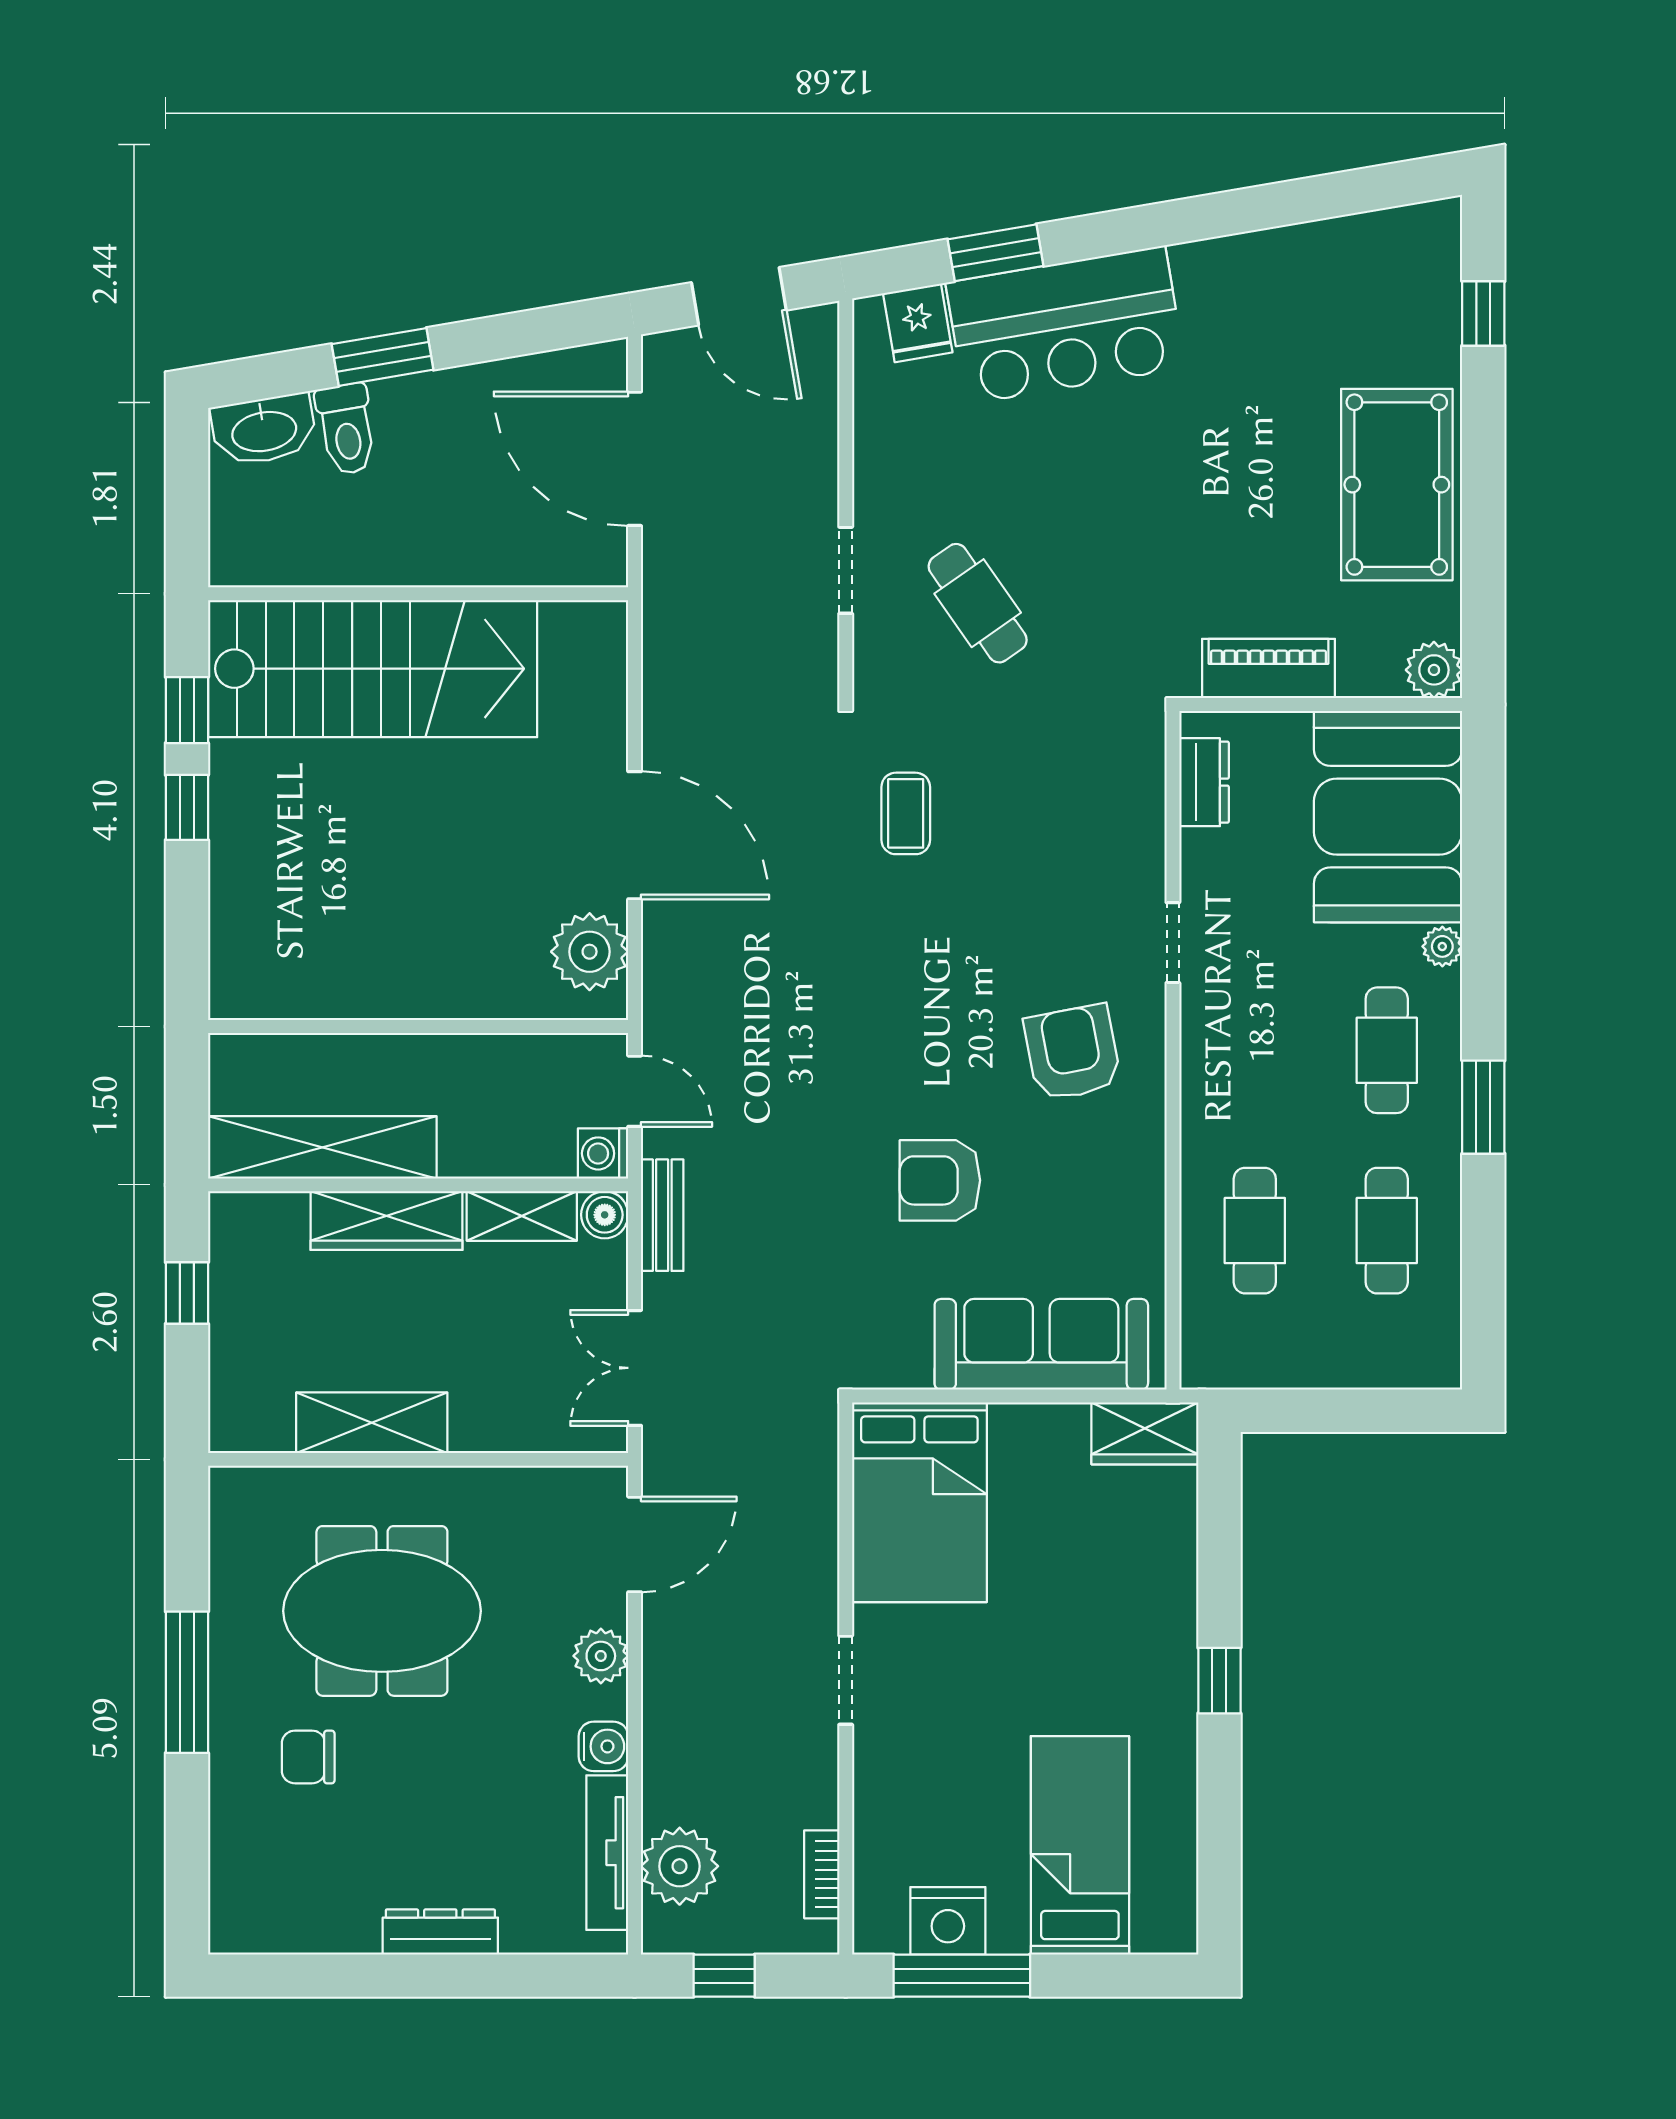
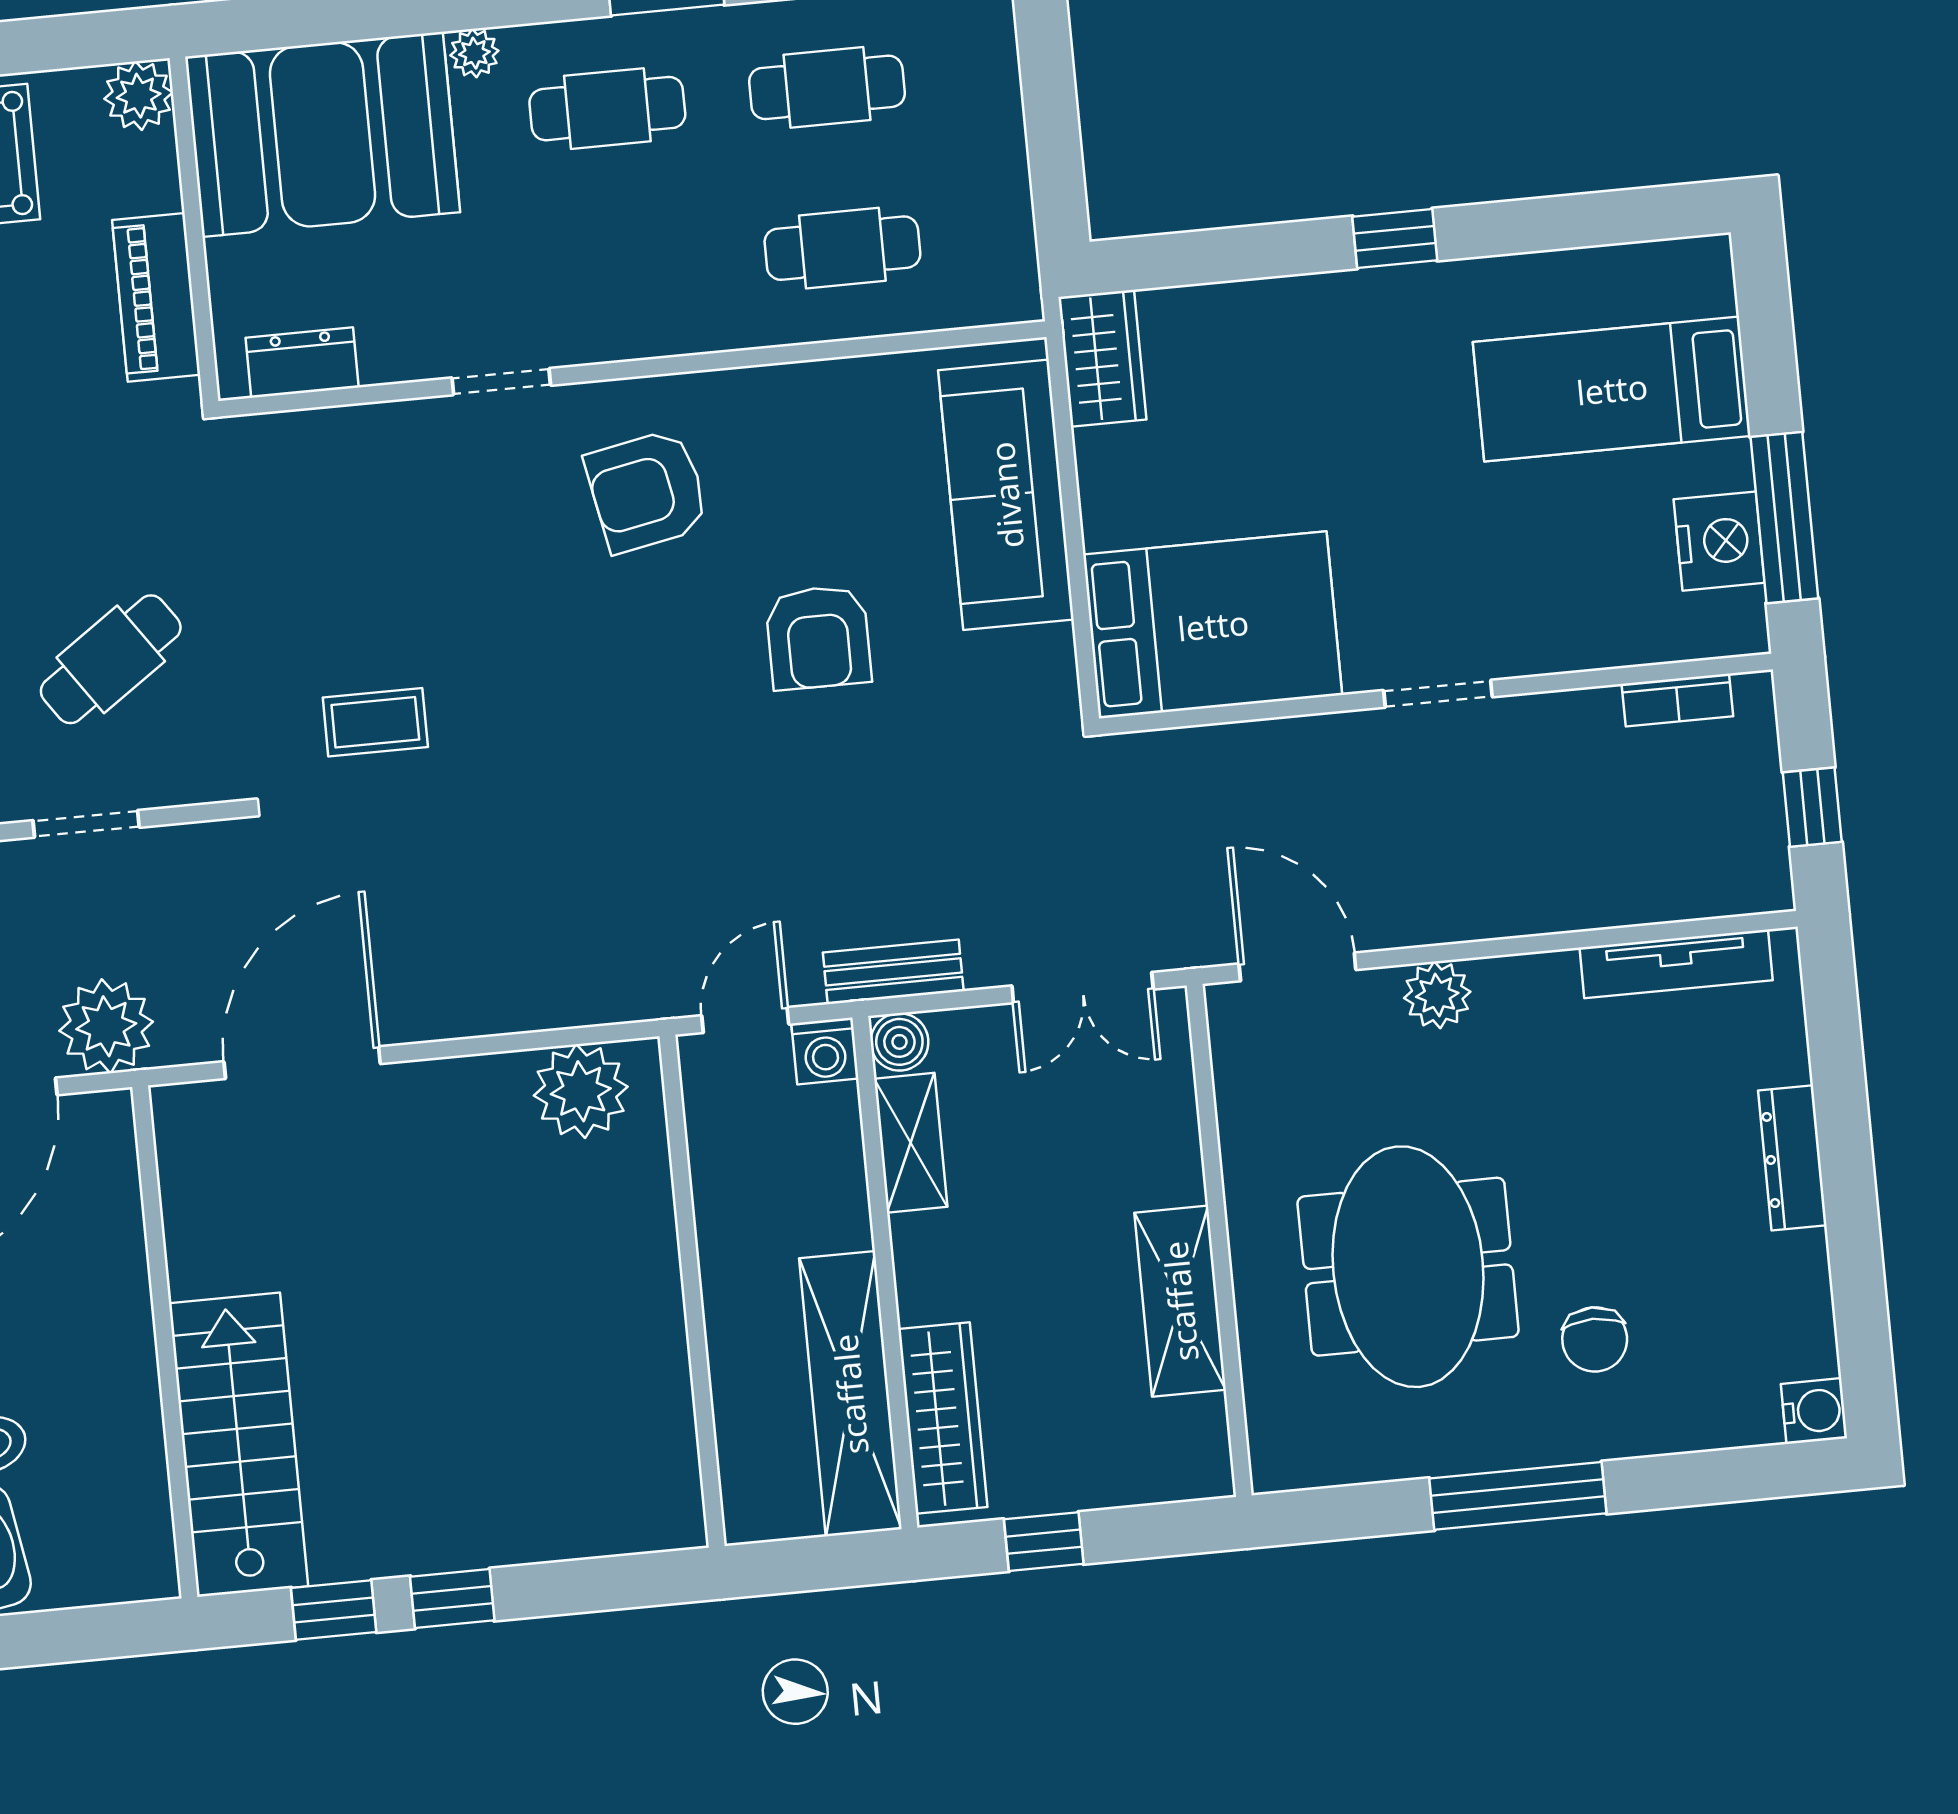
stairs: (373, 669) -> (238, 1445), width x0.73, depth x0.66
door: (635, 835) -> (302, 1063), moved
wardrobe: (386, 1221) -> (943, 1418), moved
water cooler: (603, 1746) -> (1814, 1411), moved, turned 90
plant: (680, 1866) -> (106, 1026), moved

